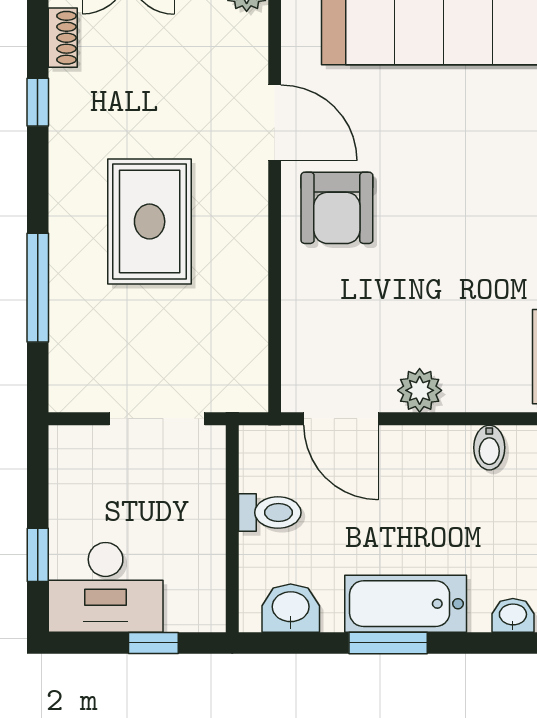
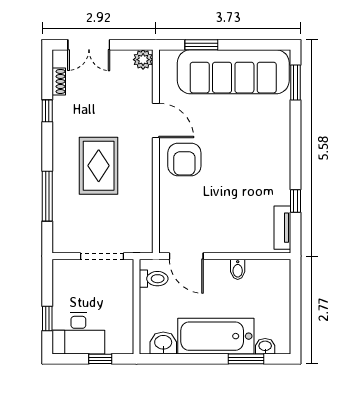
plant: (420, 390) -> (222, 243), removed
bidet: (489, 448) -> (238, 269), moved
toilet: (270, 513) -> (154, 279), moved
bathtub: (406, 604) -> (216, 336), width x1.36, depth x1.36
window: (388, 643) -> (246, 359), moved

